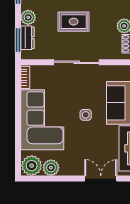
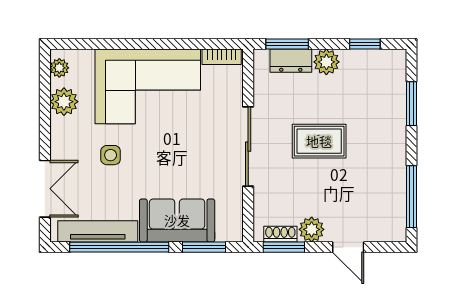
rug: (74, 22) -> (319, 141), turned 90
side table: (86, 115) -> (111, 155), moved
plant: (32, 166) -> (59, 68), width x0.53, depth x0.53

